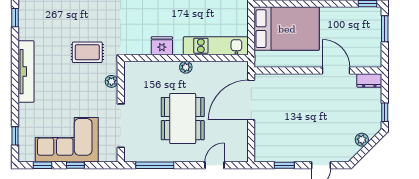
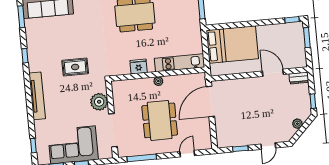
rug: (87, 52) -> (75, 67), moved
plant: (111, 81) -> (99, 102), width x1.87, depth x1.87

